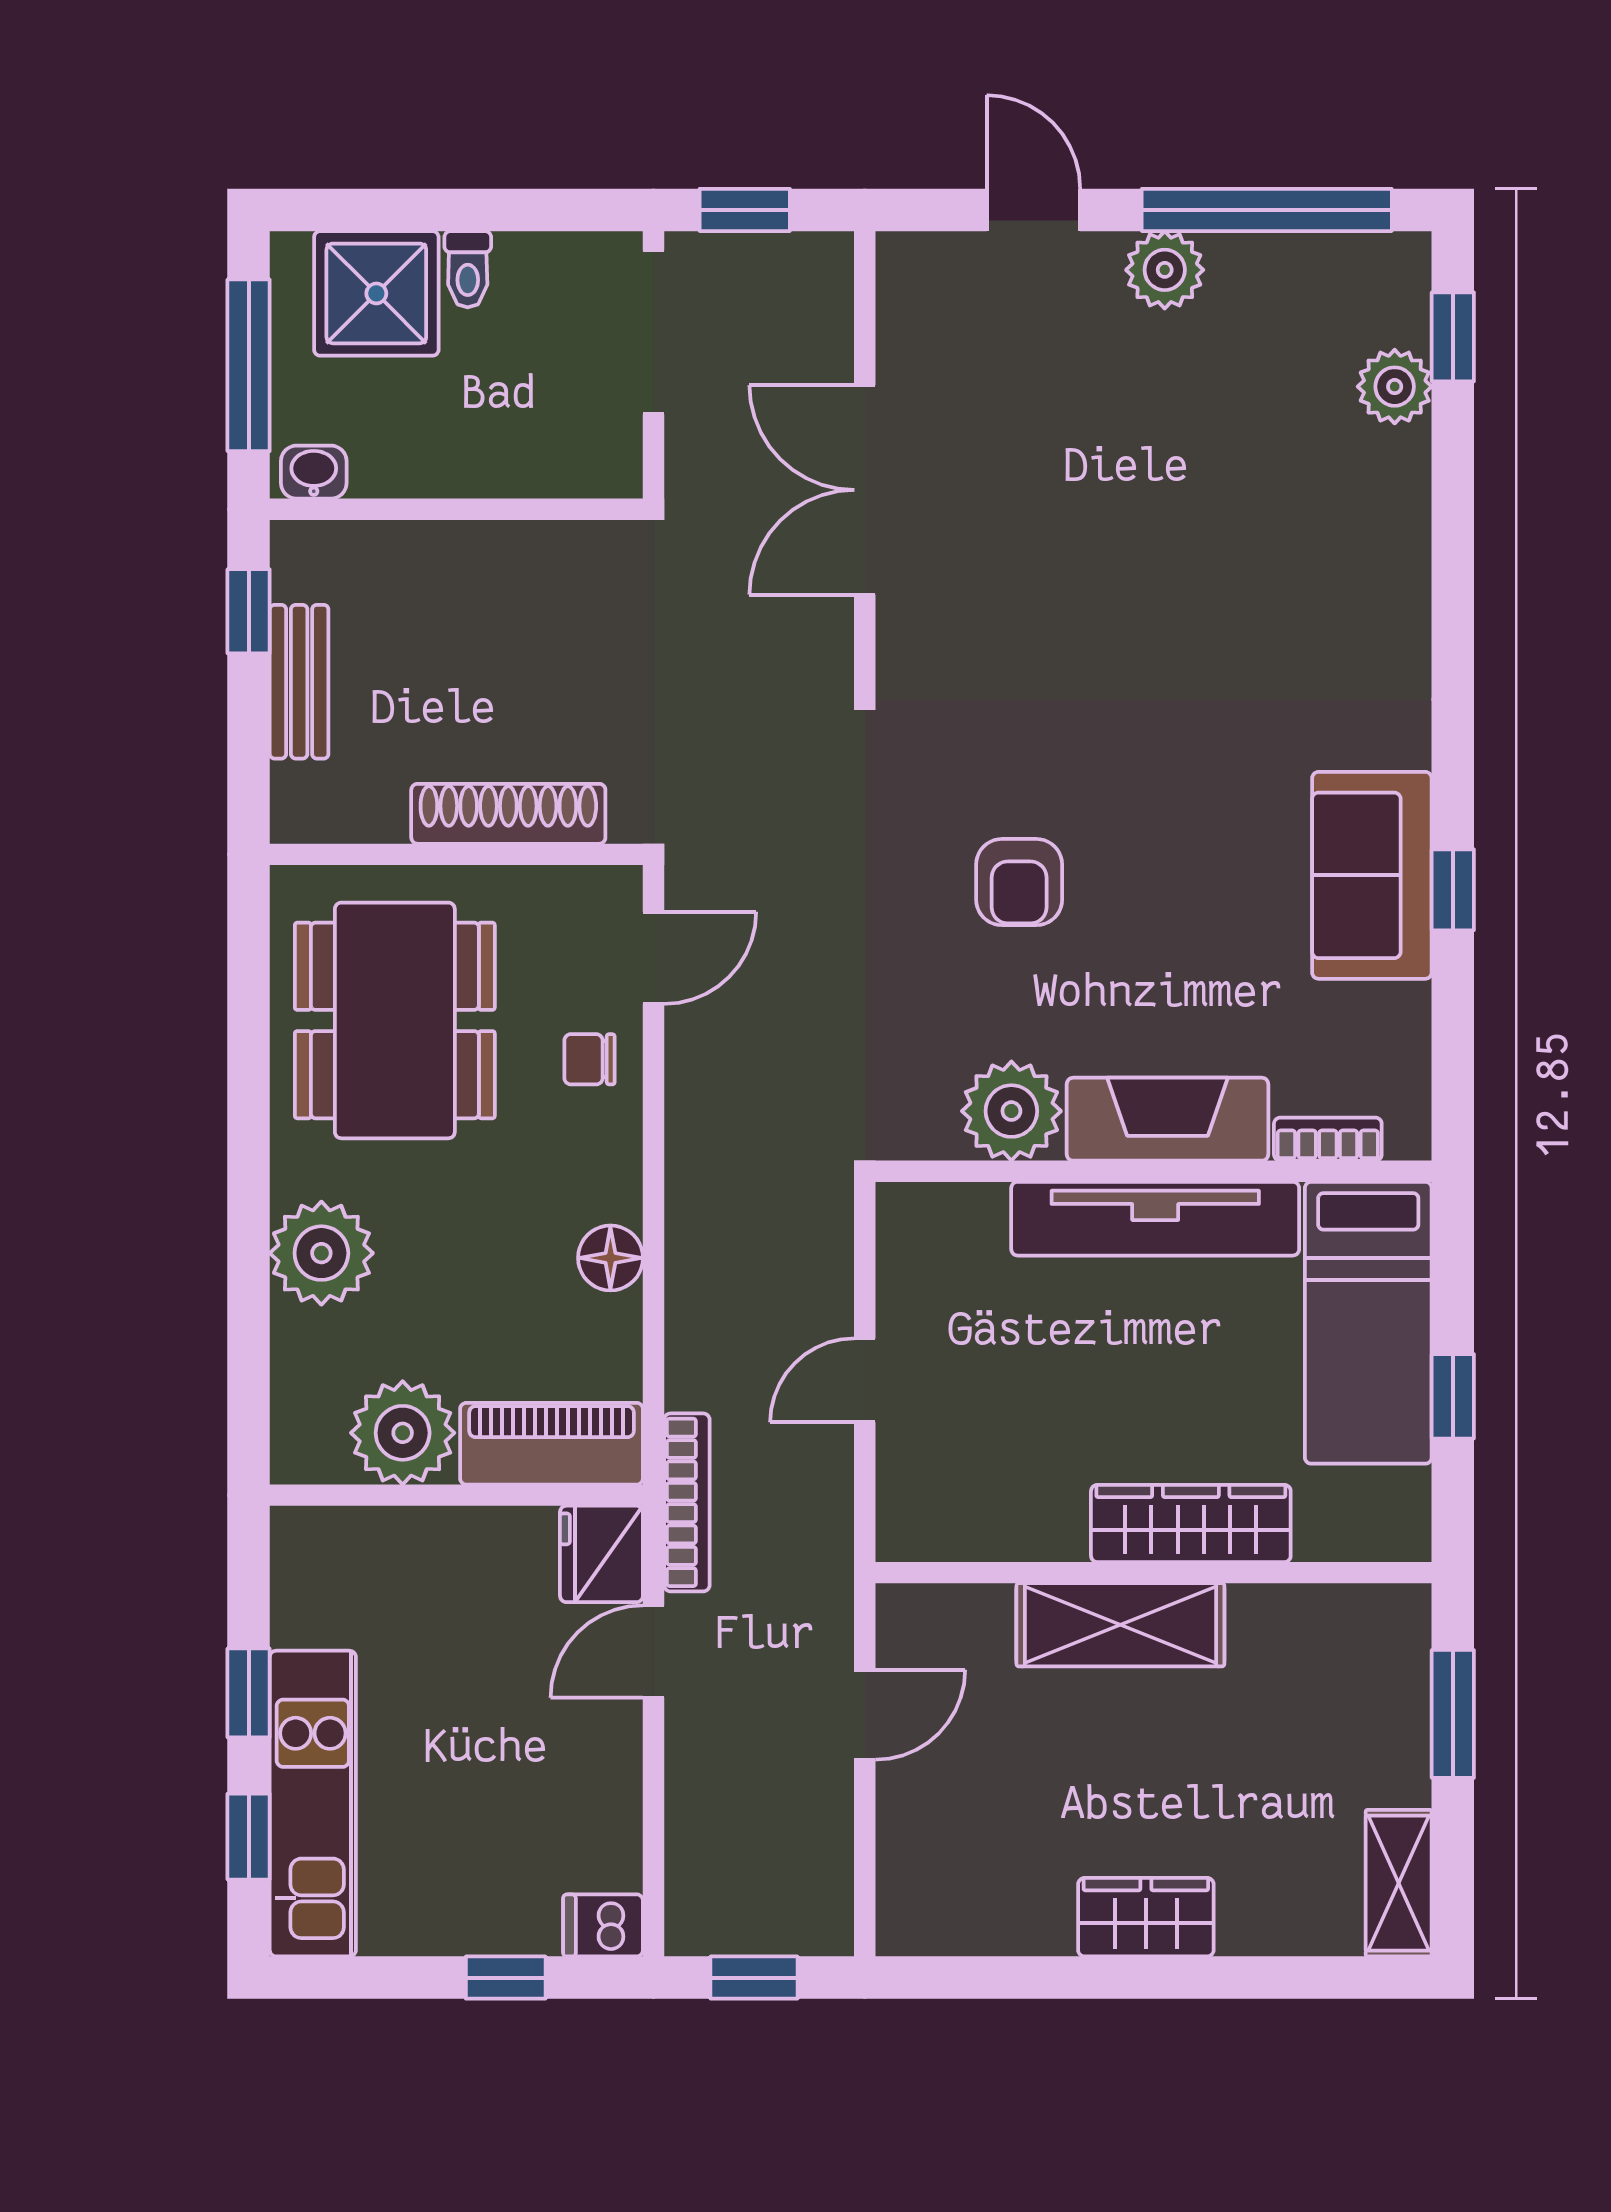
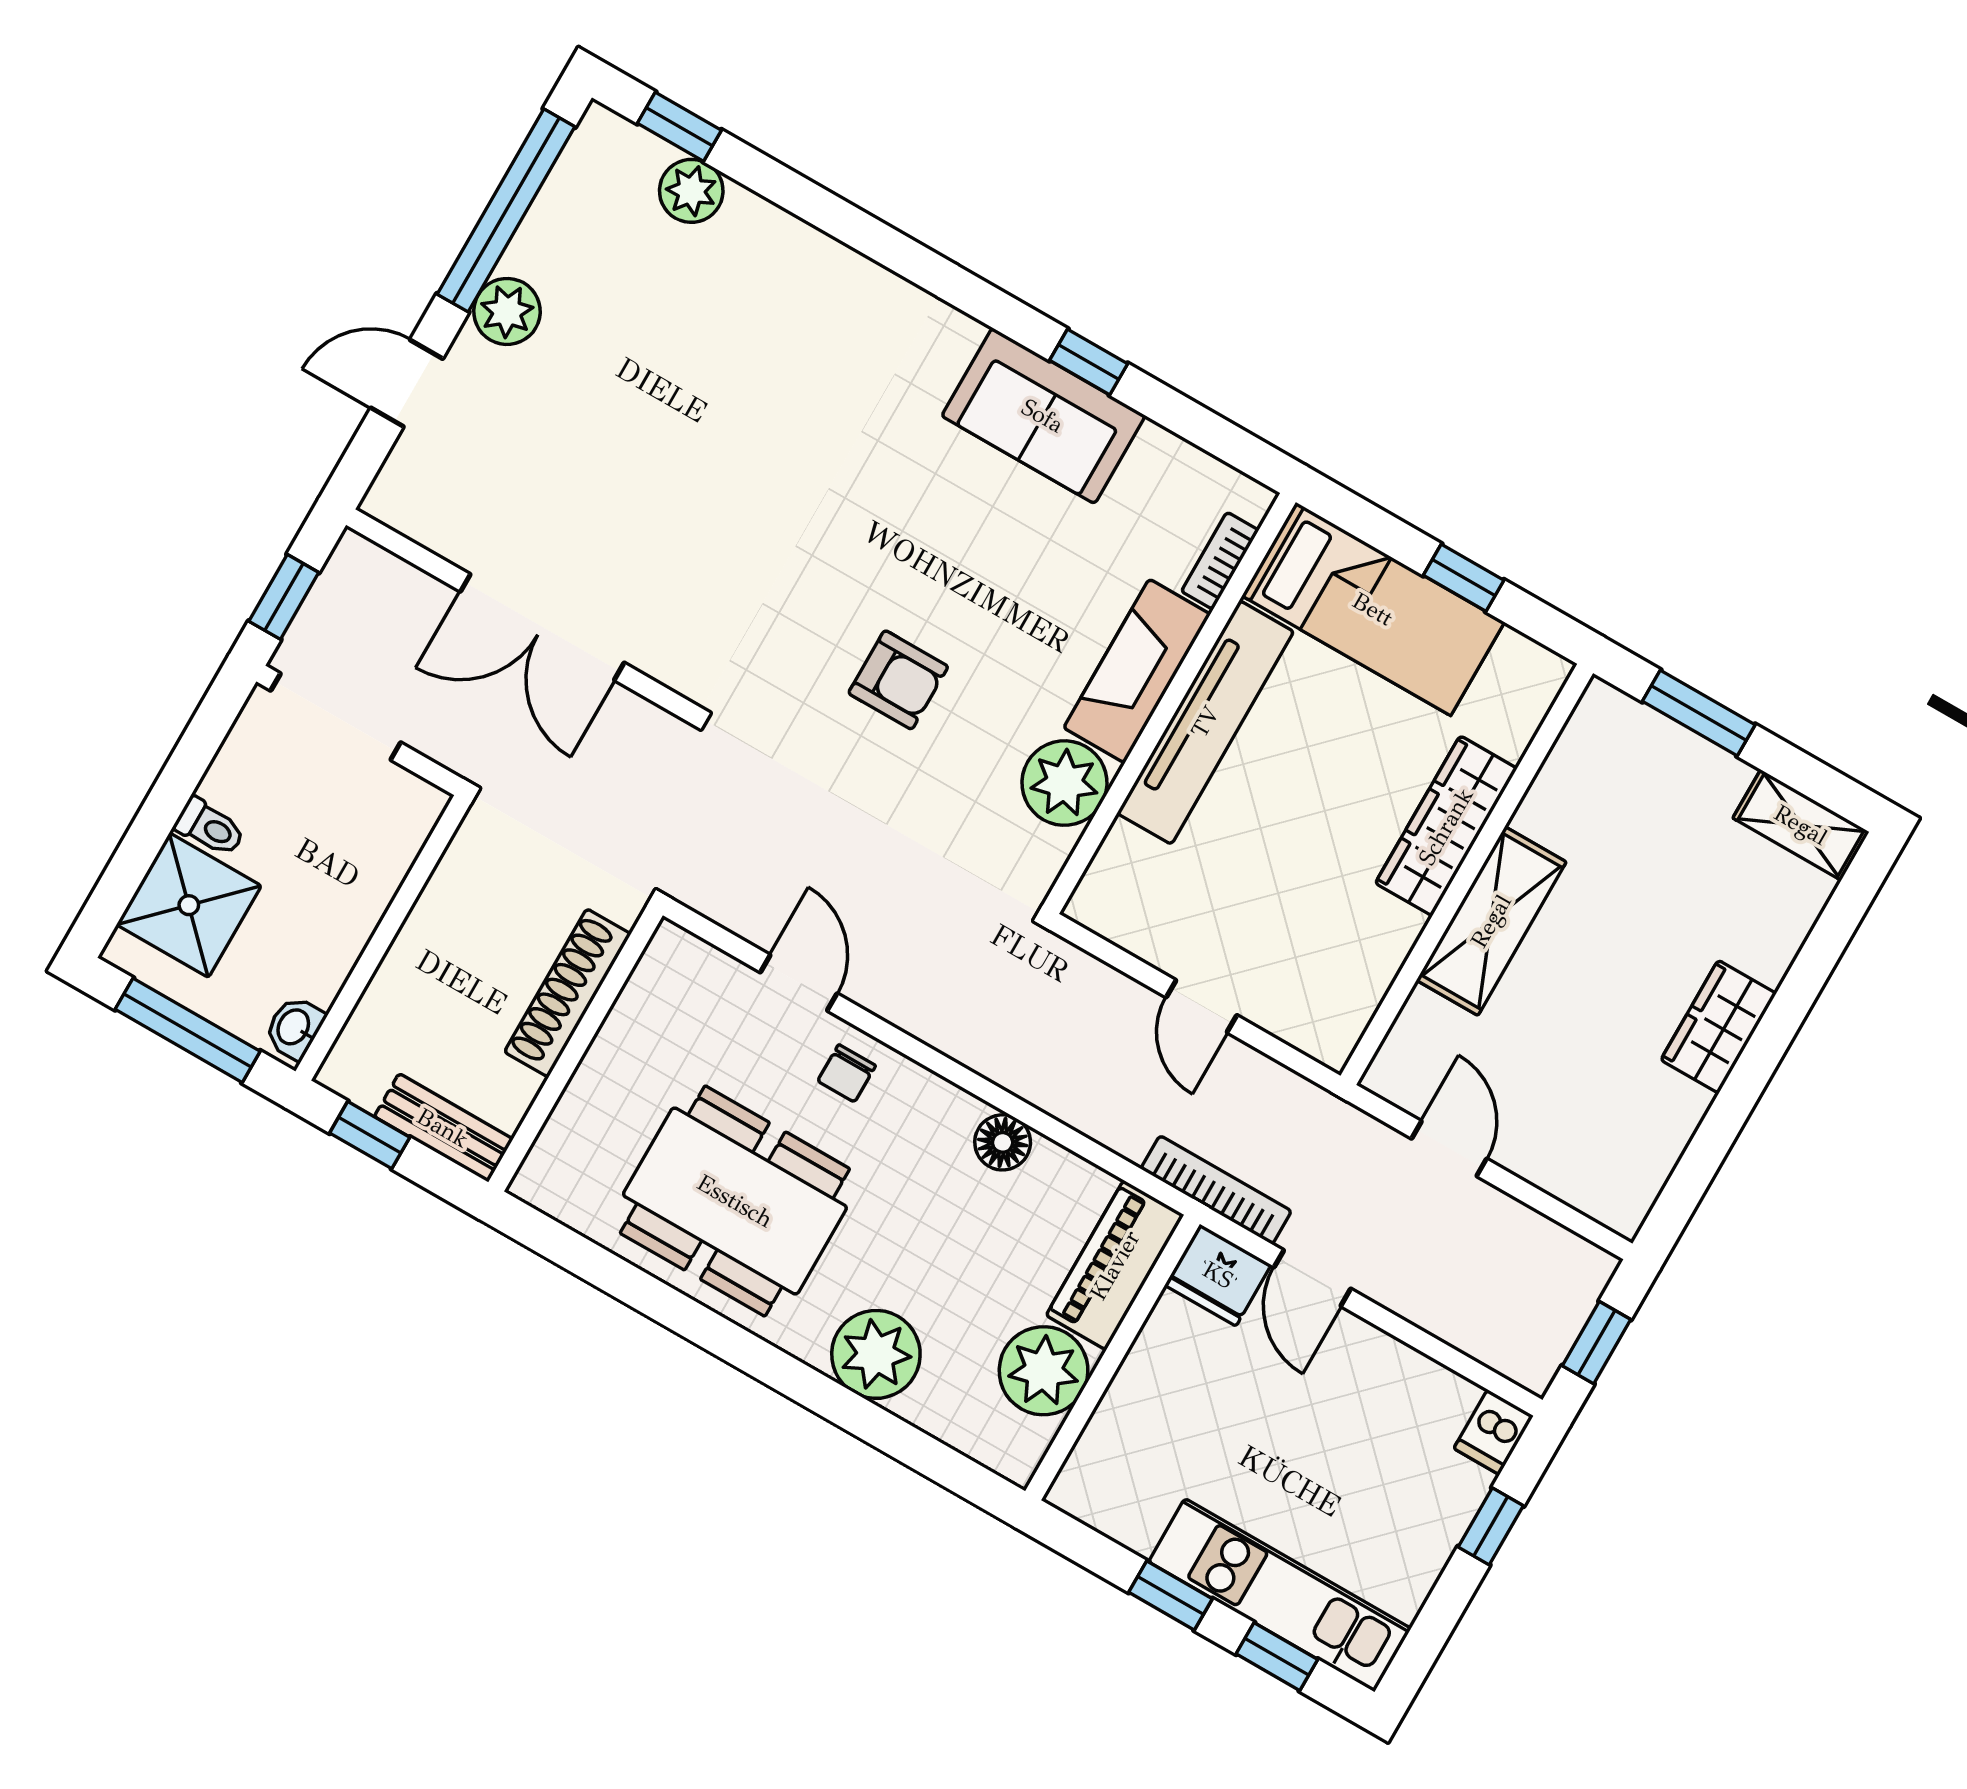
shoe rack: (508, 814) -> (568, 993), moved
wall: (456, 854) -> (576, 1049), moved

